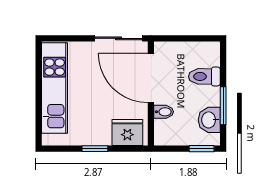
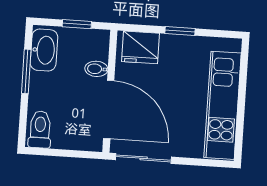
toilet: (204, 76) -> (40, 129), moved, turned -90
washbasin: (209, 120) -> (44, 50), width x1.38
window: (202, 149) -> (77, 24), moved

